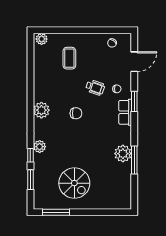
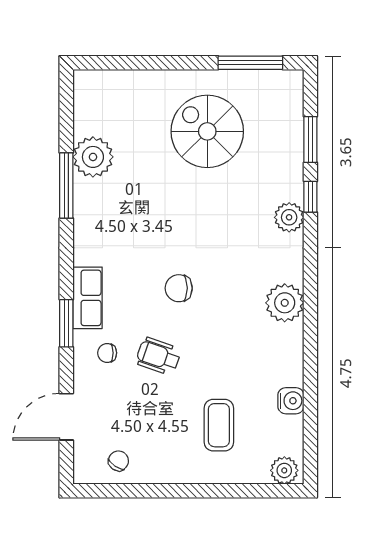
water cooler: (39, 69) -> (291, 401), added
chair: (76, 113) -> (179, 288), moved
plant: (123, 154) -> (93, 157), moved

